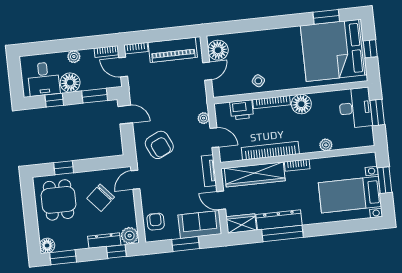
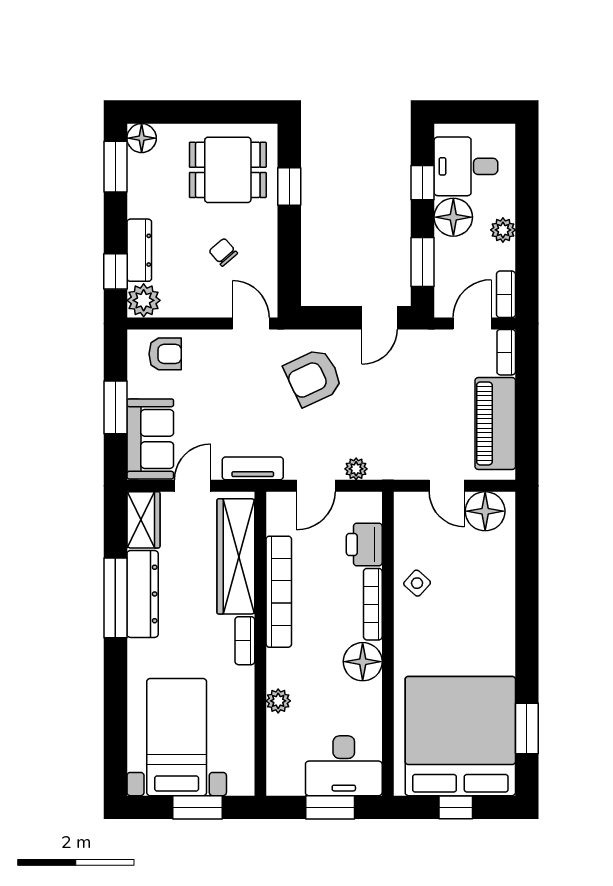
chair: (101, 198) -> (223, 252), width x0.54, depth x0.54

